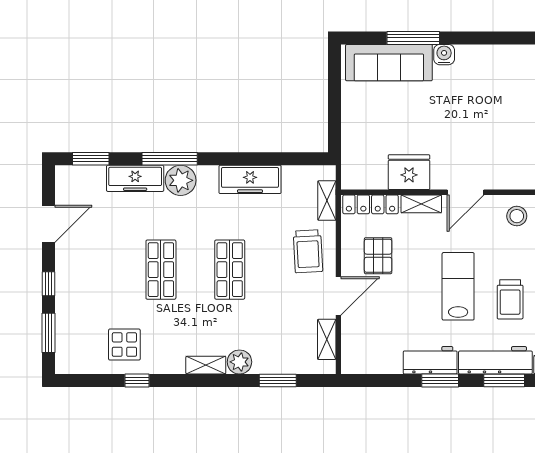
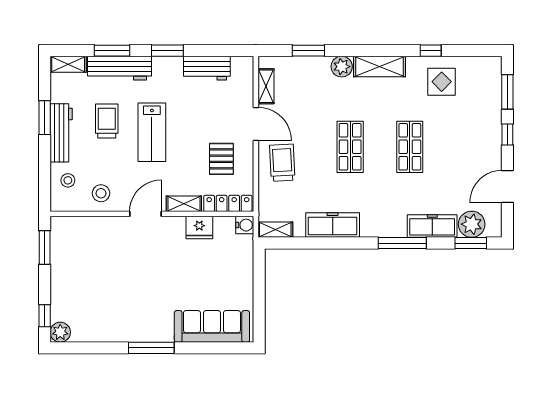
window: (413, 38) -> (151, 348), moved
water cooler: (444, 55) -> (245, 225), moved, turned -90
fridge: (409, 172) -> (199, 228), width x0.73, depth x0.75
plant: (181, 180) -> (472, 224), moved
shelving: (327, 201) -> (275, 230), moved, turned 90
door: (338, 296) -> (256, 124), swing flipped
workbench: (430, 360) -> (207, 68), moved
shelving: (206, 365) -> (379, 66), width x1.50, depth x1.33

